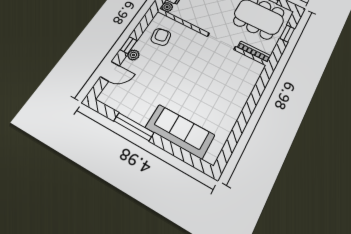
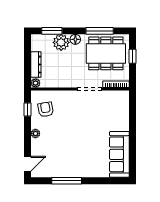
window: (129, 45) -> (28, 110), moved
door: (110, 71) -> (28, 164), moved
sofa: (180, 131) -> (119, 154), moved, turned -90

